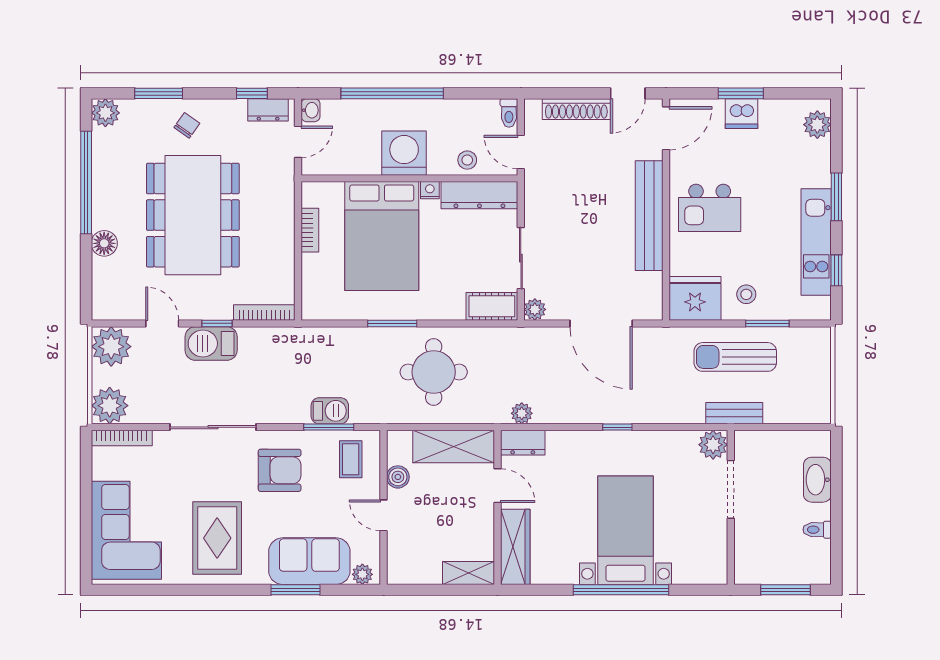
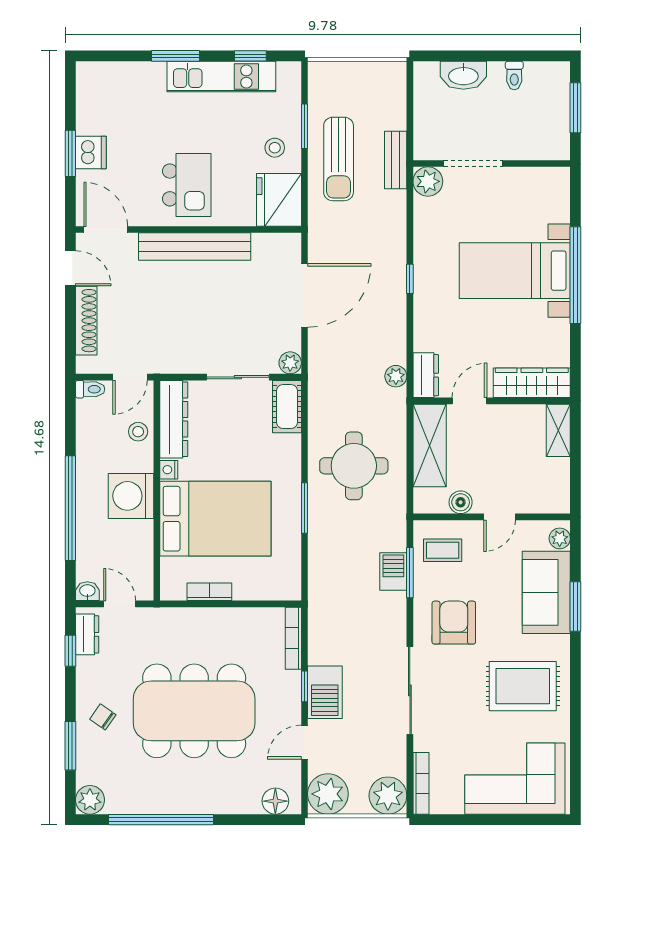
plant: (817, 125) -> (102, 75), removed
floor lamp: (104, 243) -> (275, 801), moved

